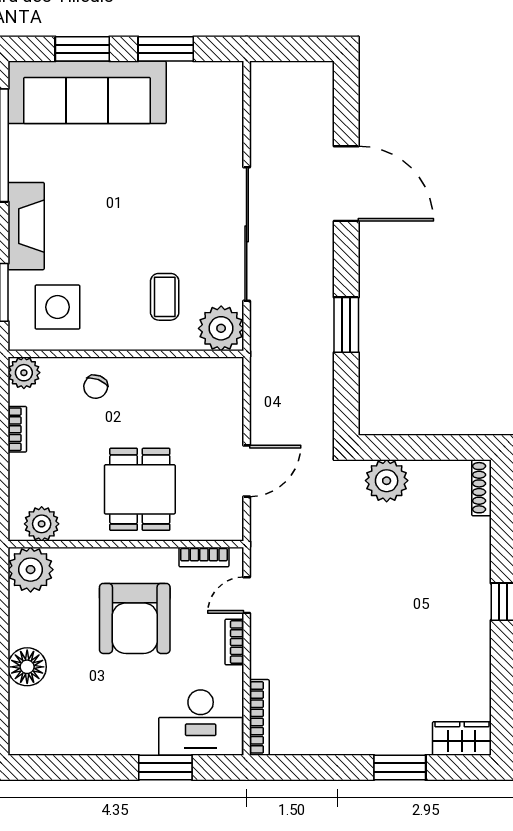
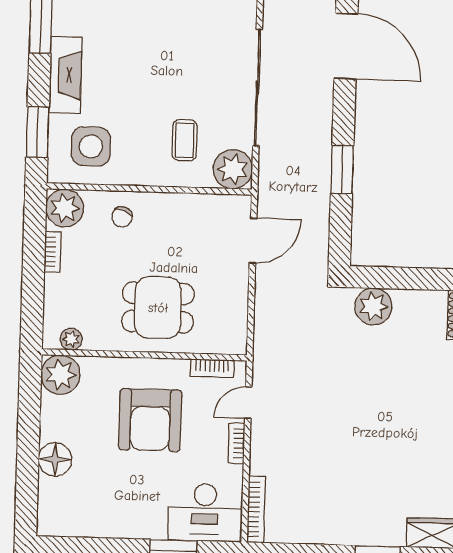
plant: (24, 373) -> (65, 208), width x1.36, depth x1.36
door: (247, 471) -> (253, 241), moved
dining table: (140, 489) -> (158, 308), turned 90
plant: (42, 524) -> (71, 339), width x0.73, depth x0.73

